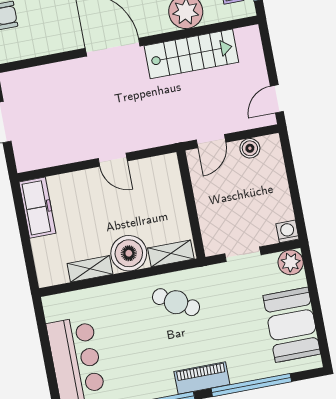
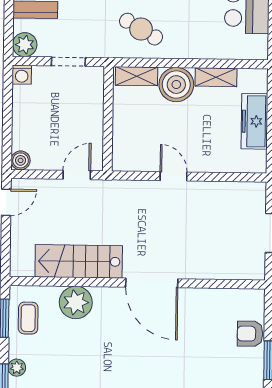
boiler: (250, 148) -> (21, 160), moved
freezer: (37, 208) -> (254, 121), moved

